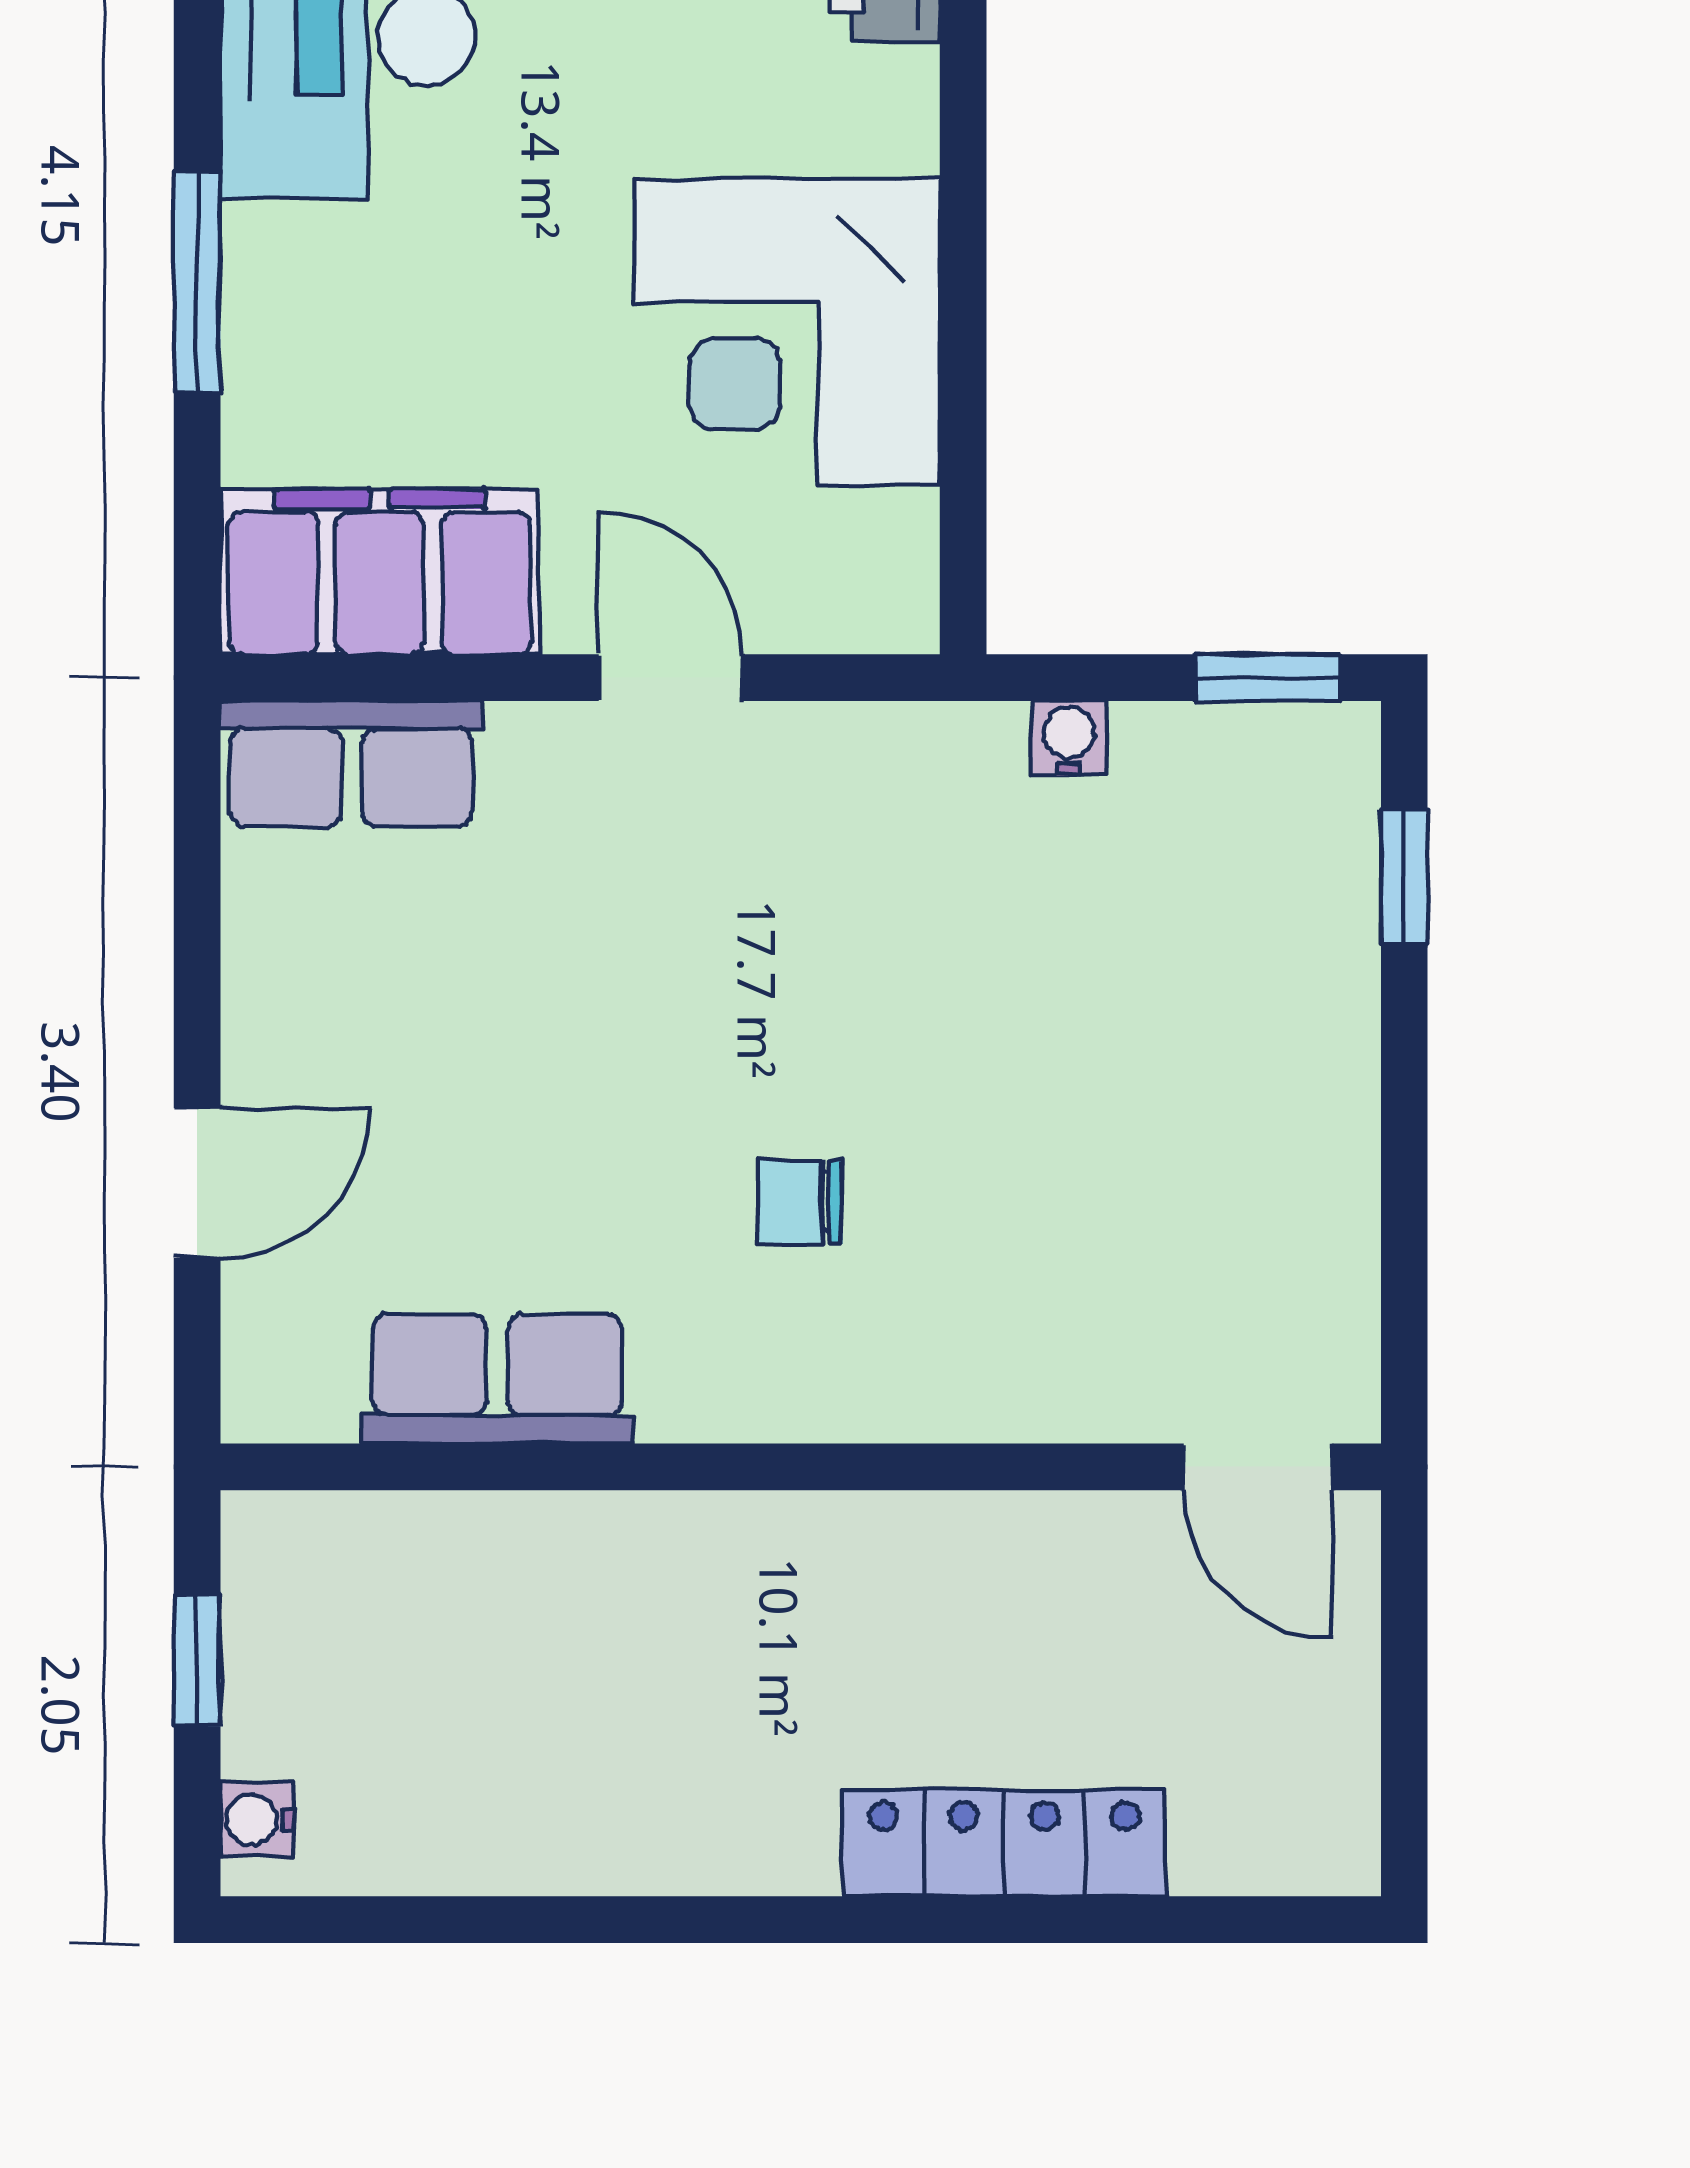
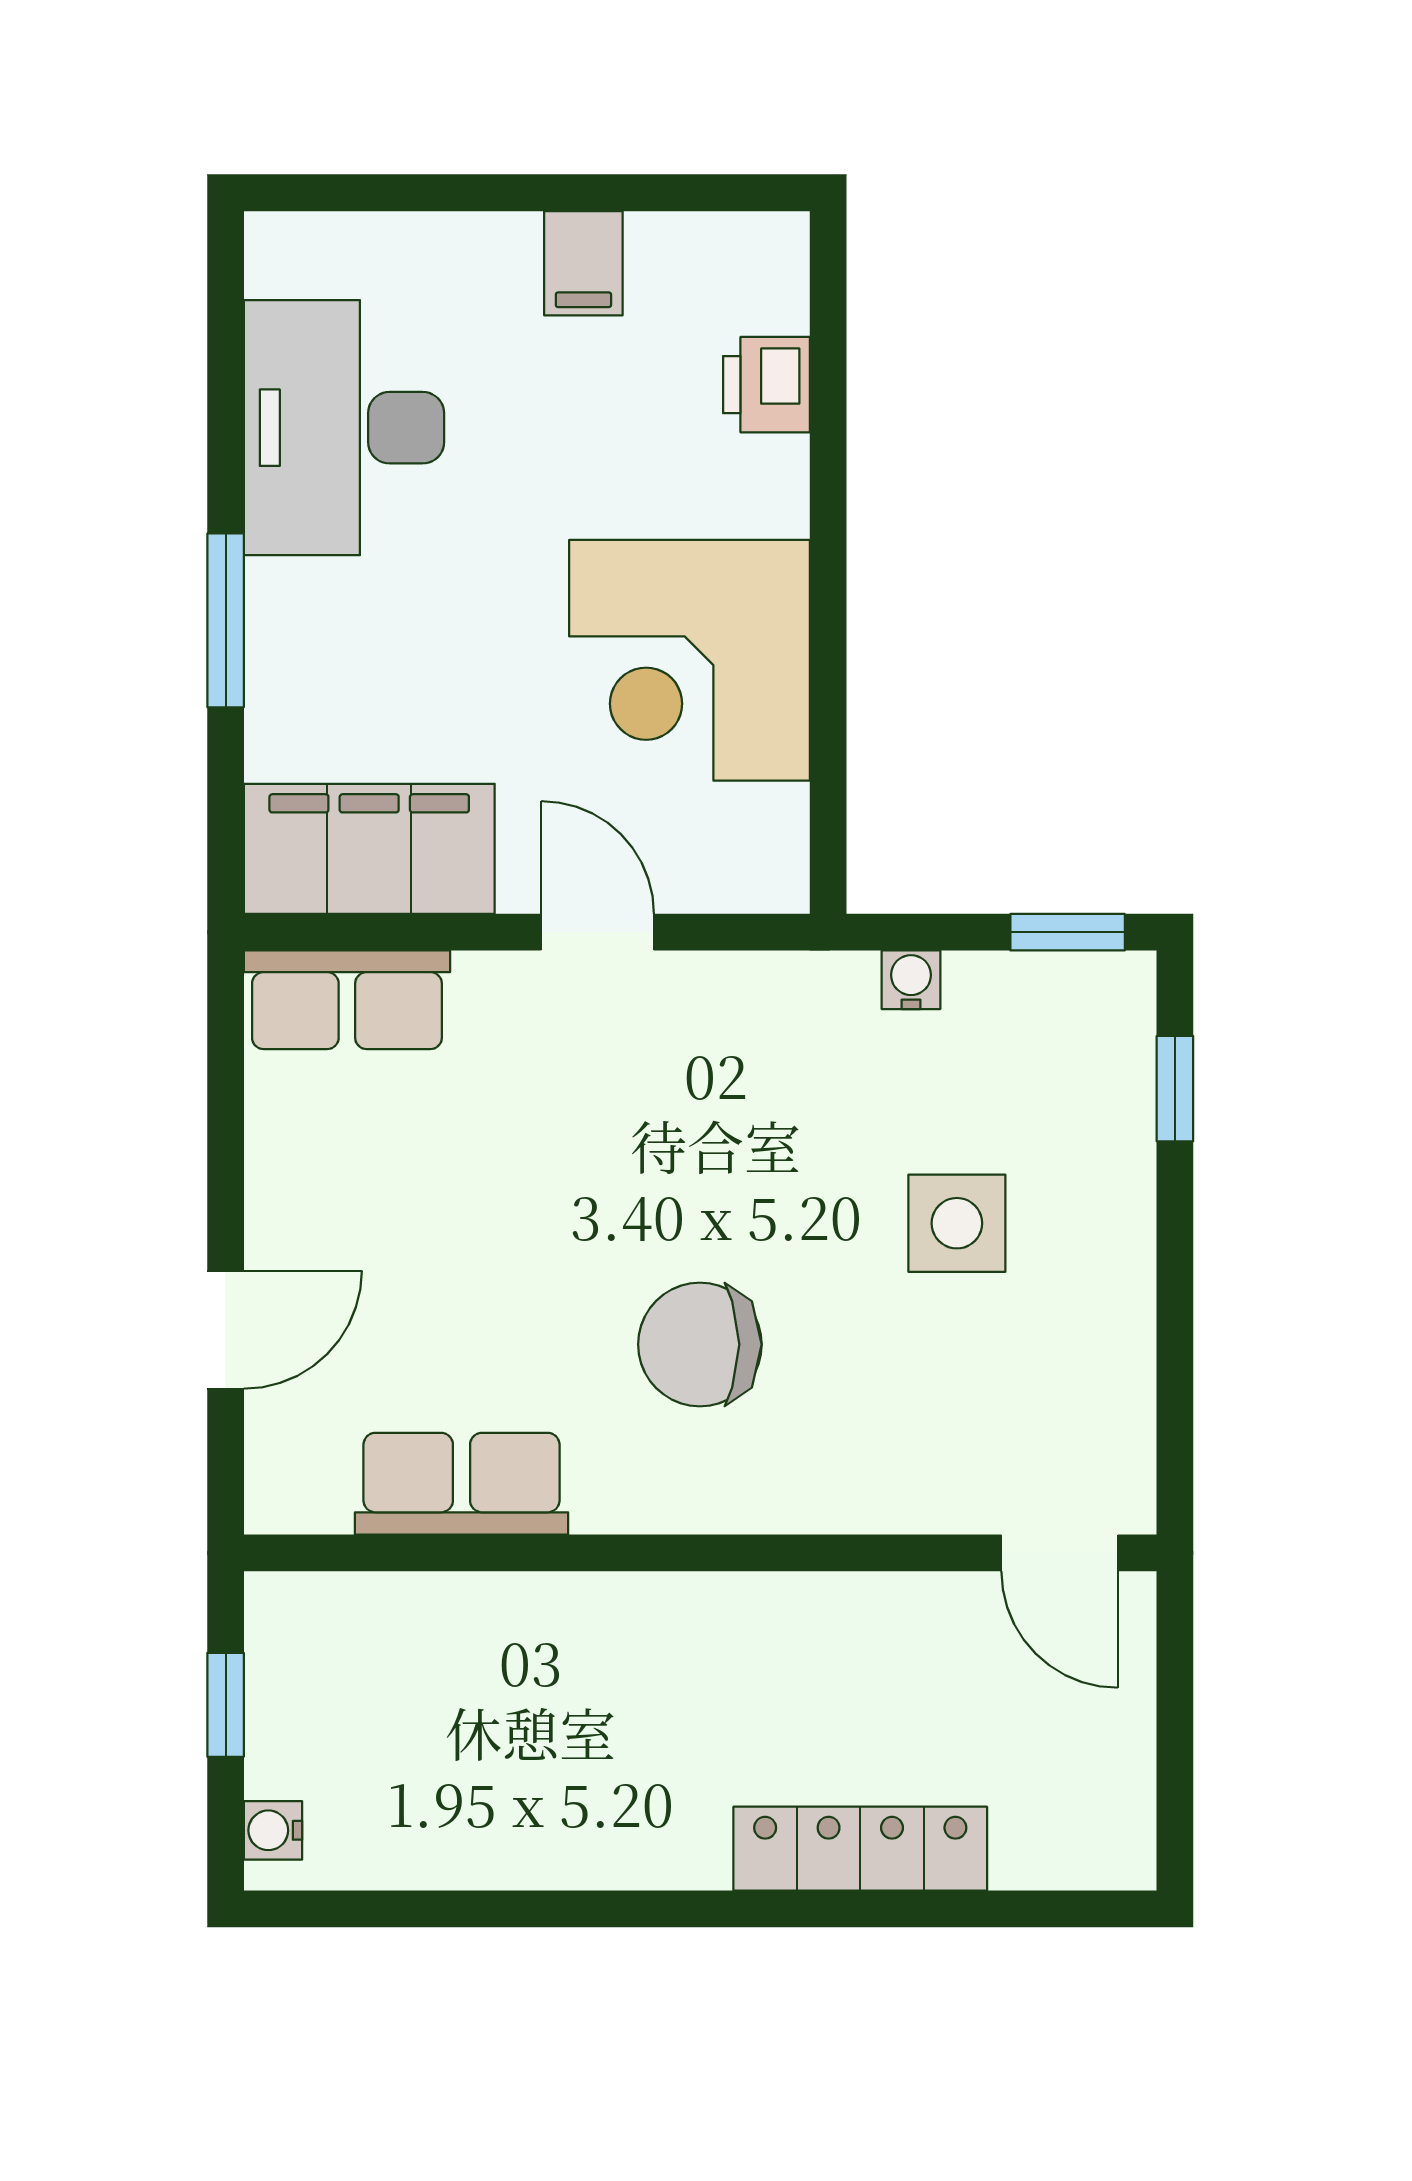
side table: (1127, 1048) -> (957, 1223), added
chair: (800, 1202) -> (700, 1344), width x1.87, depth x1.87

